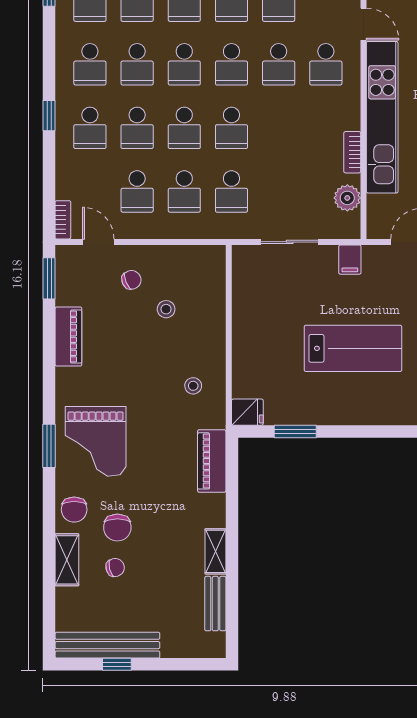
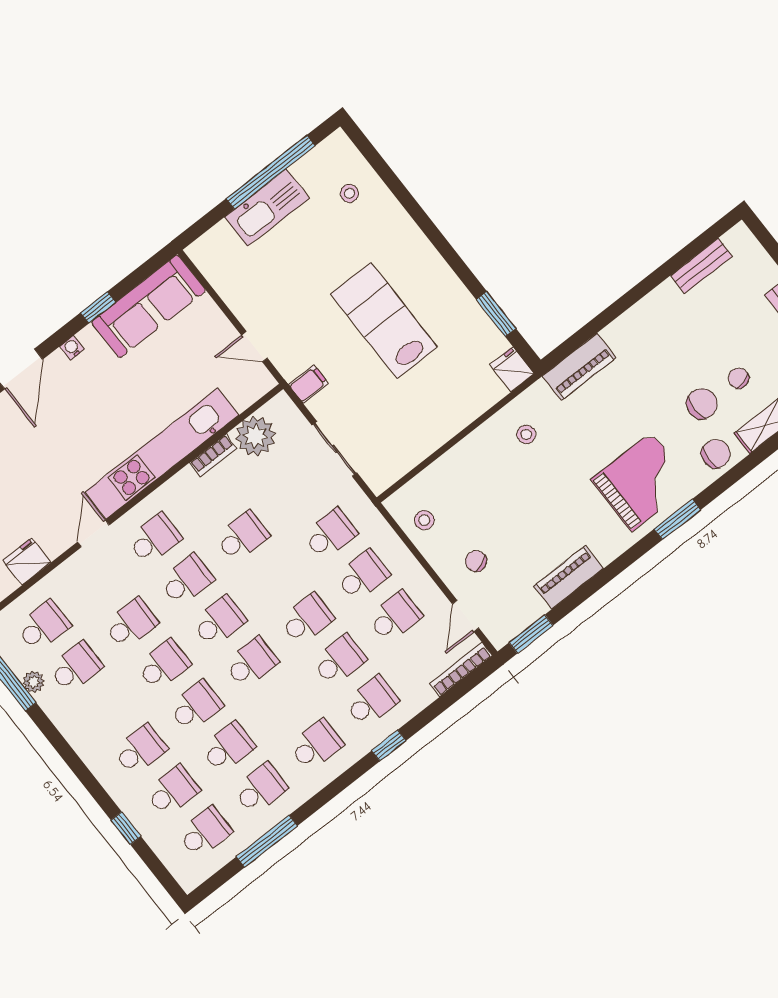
school desk: (137, 64) -> (284, 704), removed
school desk: (231, 128) -> (242, 537), moved
plant: (347, 198) -> (255, 436), width x1.36, depth x1.36
bookcase: (63, 220) -> (461, 670), width x1.56
stool: (166, 309) -> (424, 520), moved
shelving: (215, 551) -> (656, 302), removed

